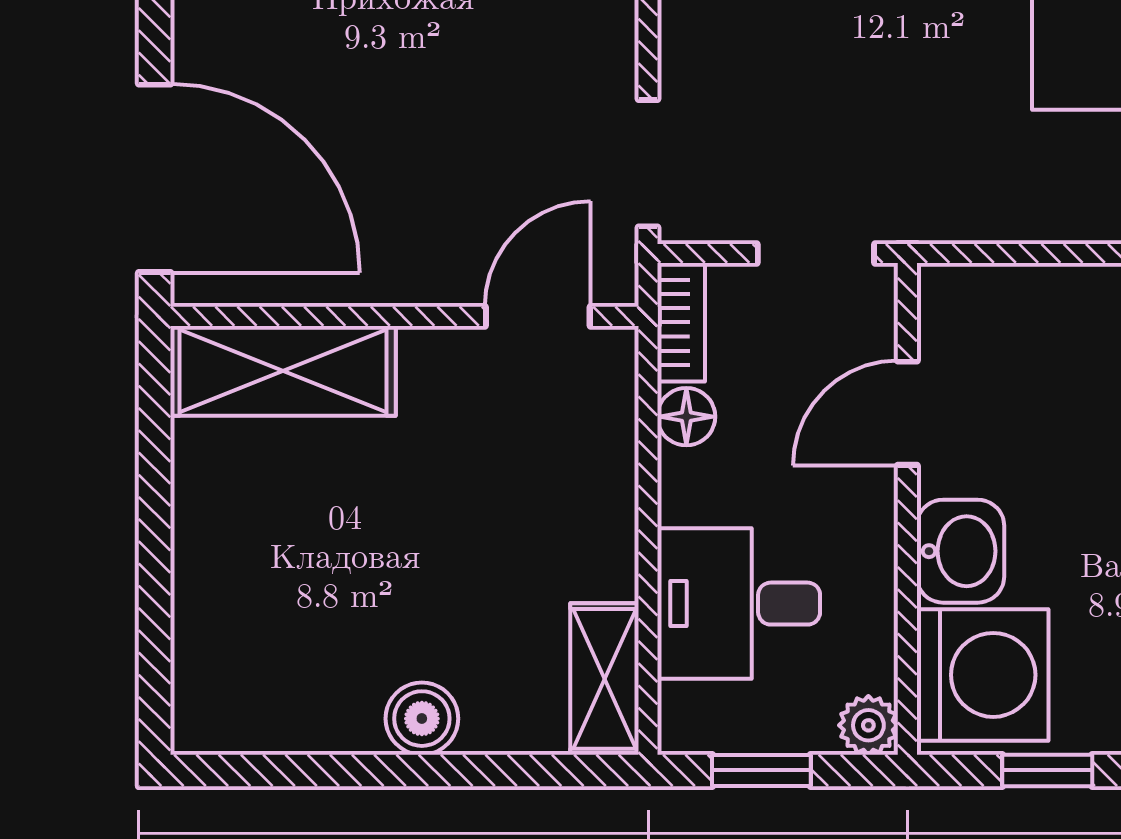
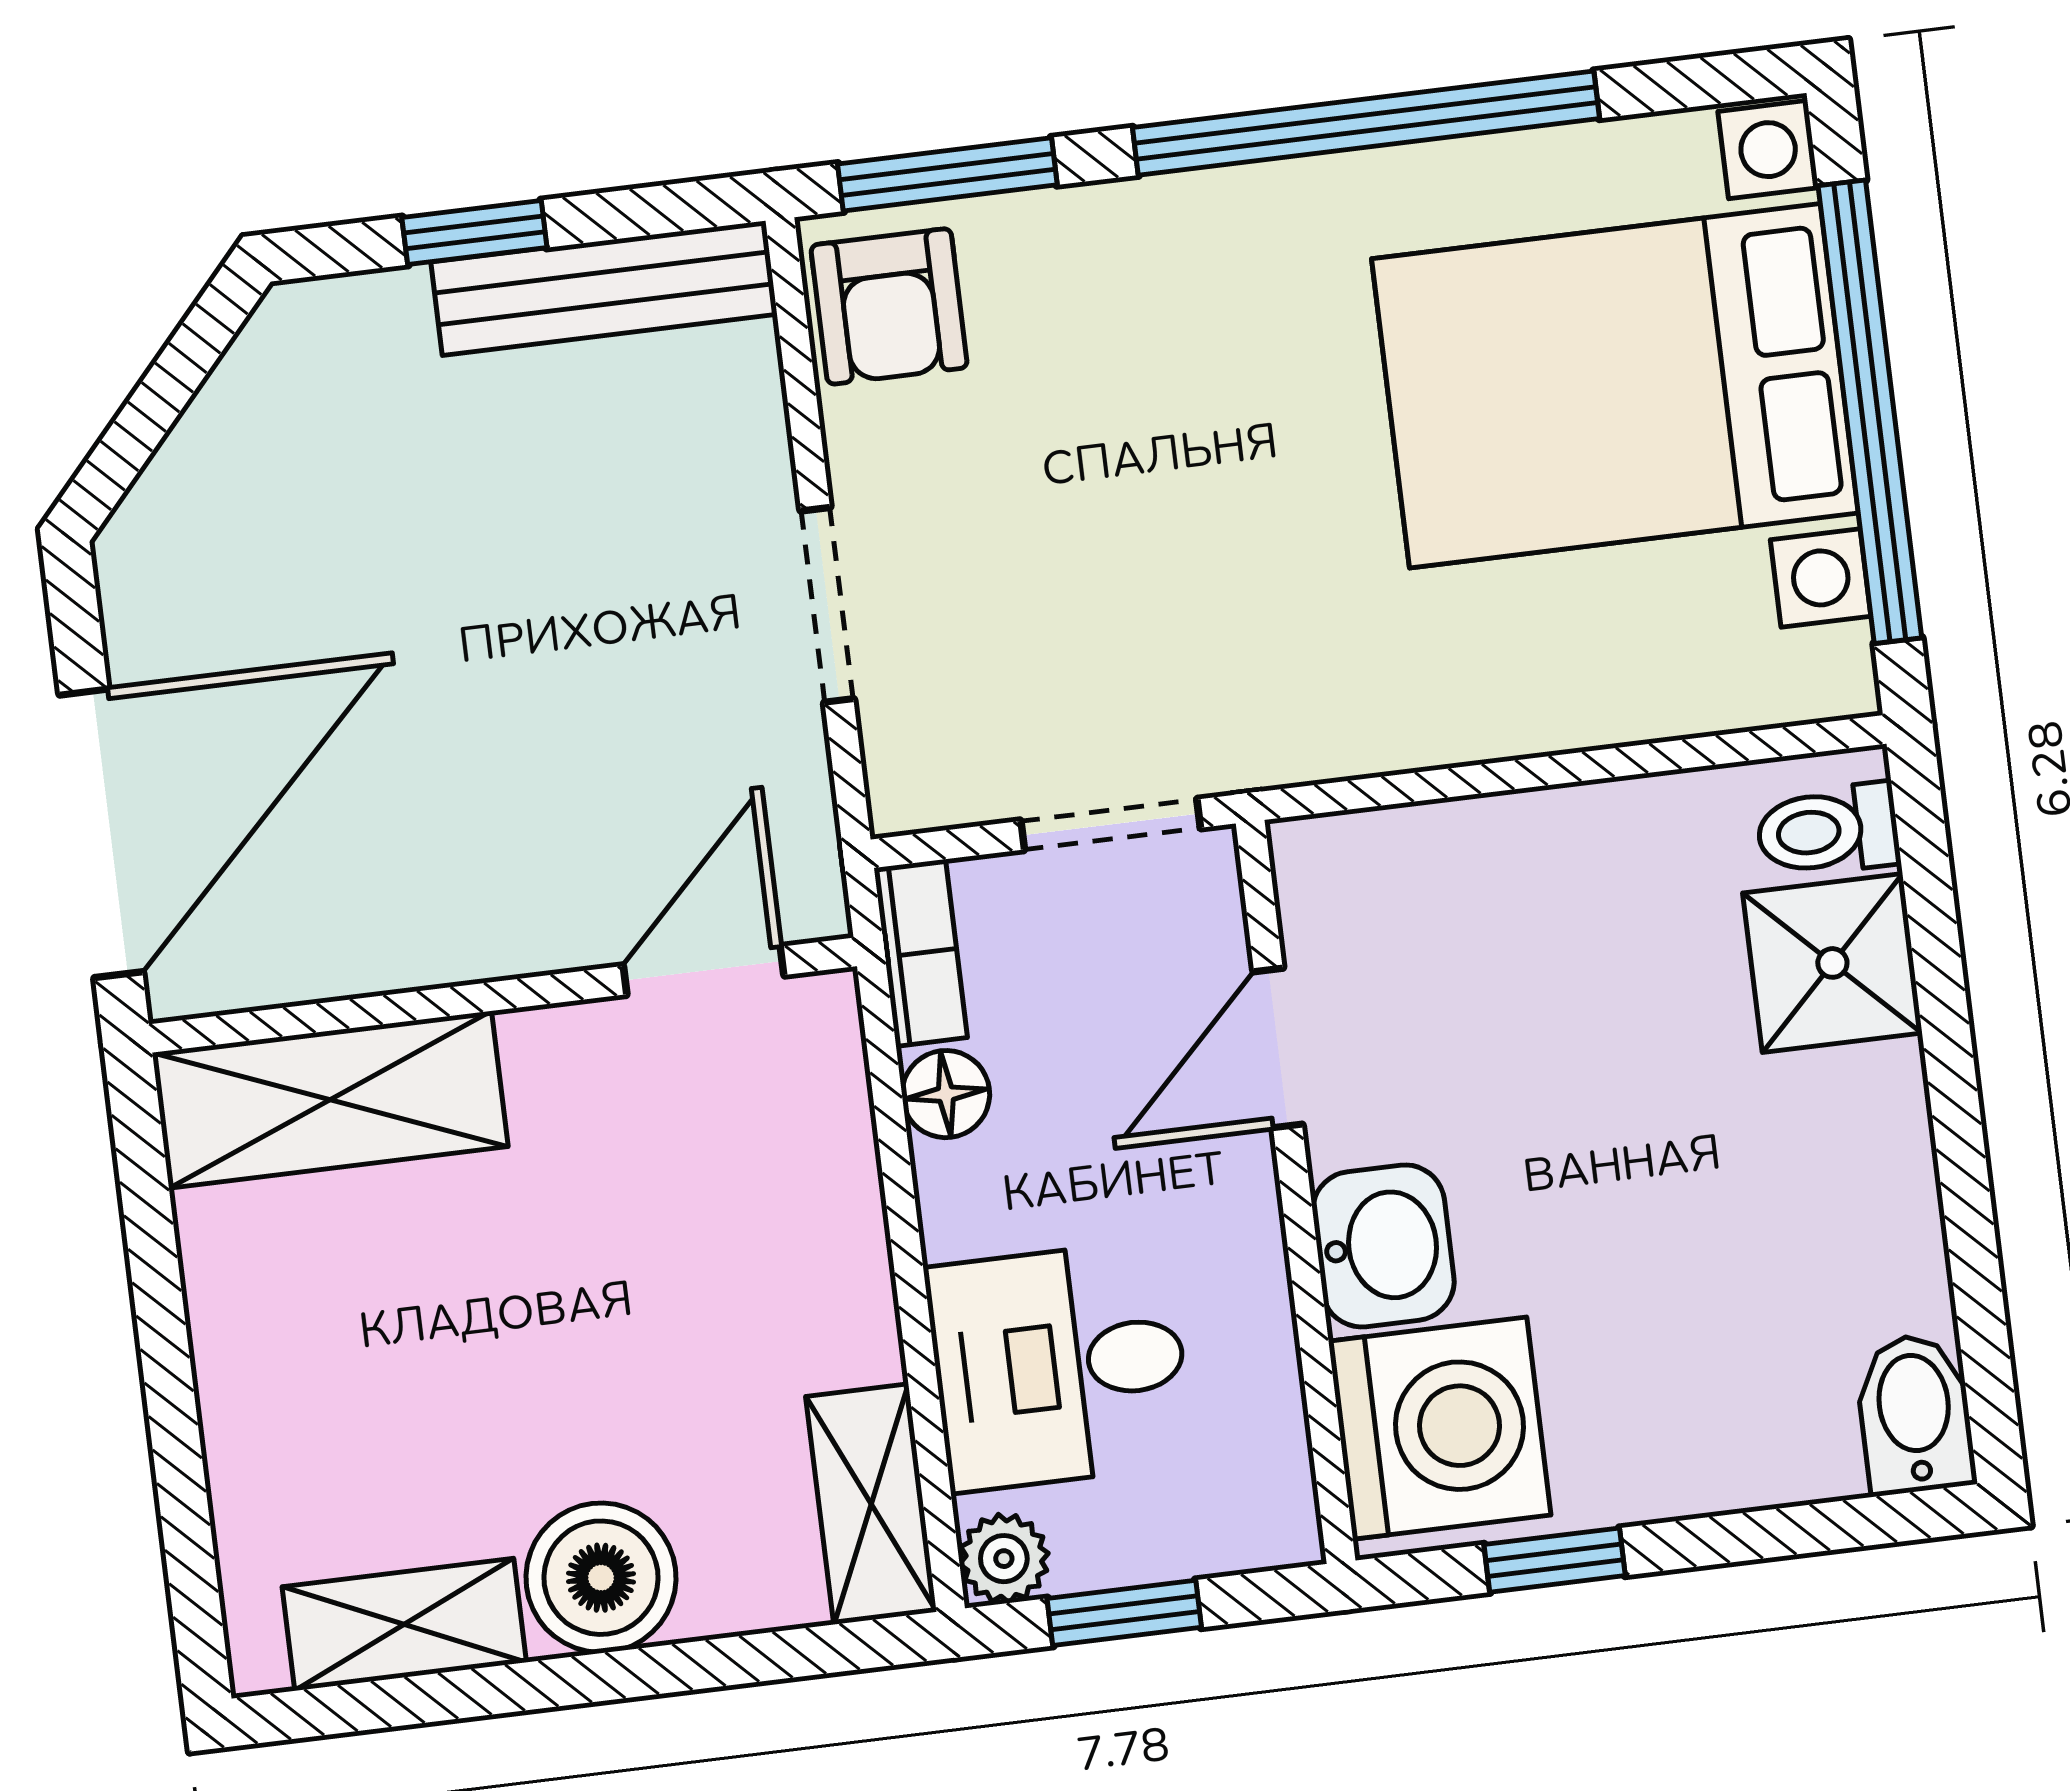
doorway: (648, 163) -> (827, 605), moved
door: (155, 178) -> (101, 833), hinge flipped
boiler: (422, 719) -> (601, 1578), width x1.36, depth x1.36
shelving: (289, 720) -> (404, 1624), added
plant: (868, 725) -> (1004, 1559), moved

